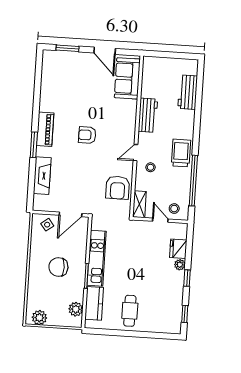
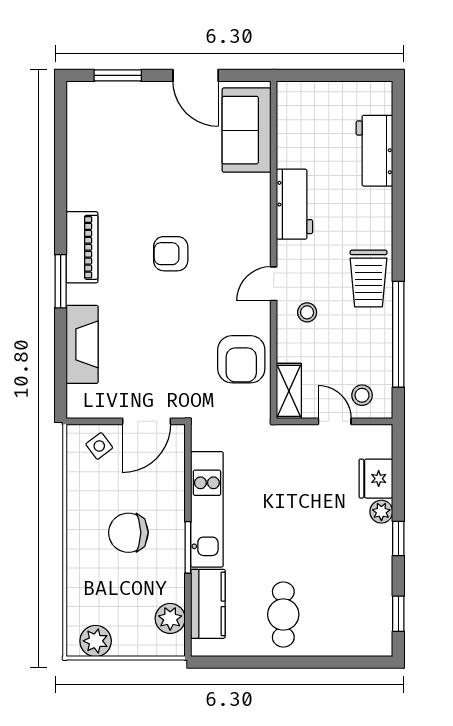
trolley: (181, 153) -> (369, 279), turned 180

